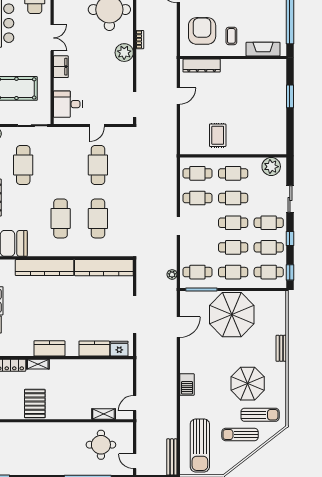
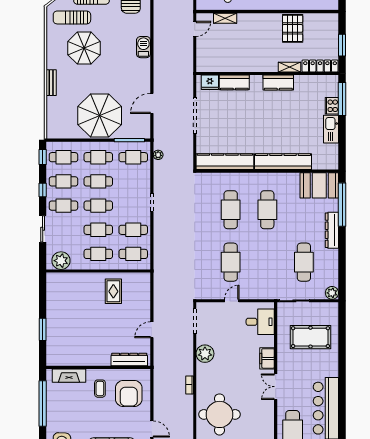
plant: (124, 53) -> (205, 354), moved

